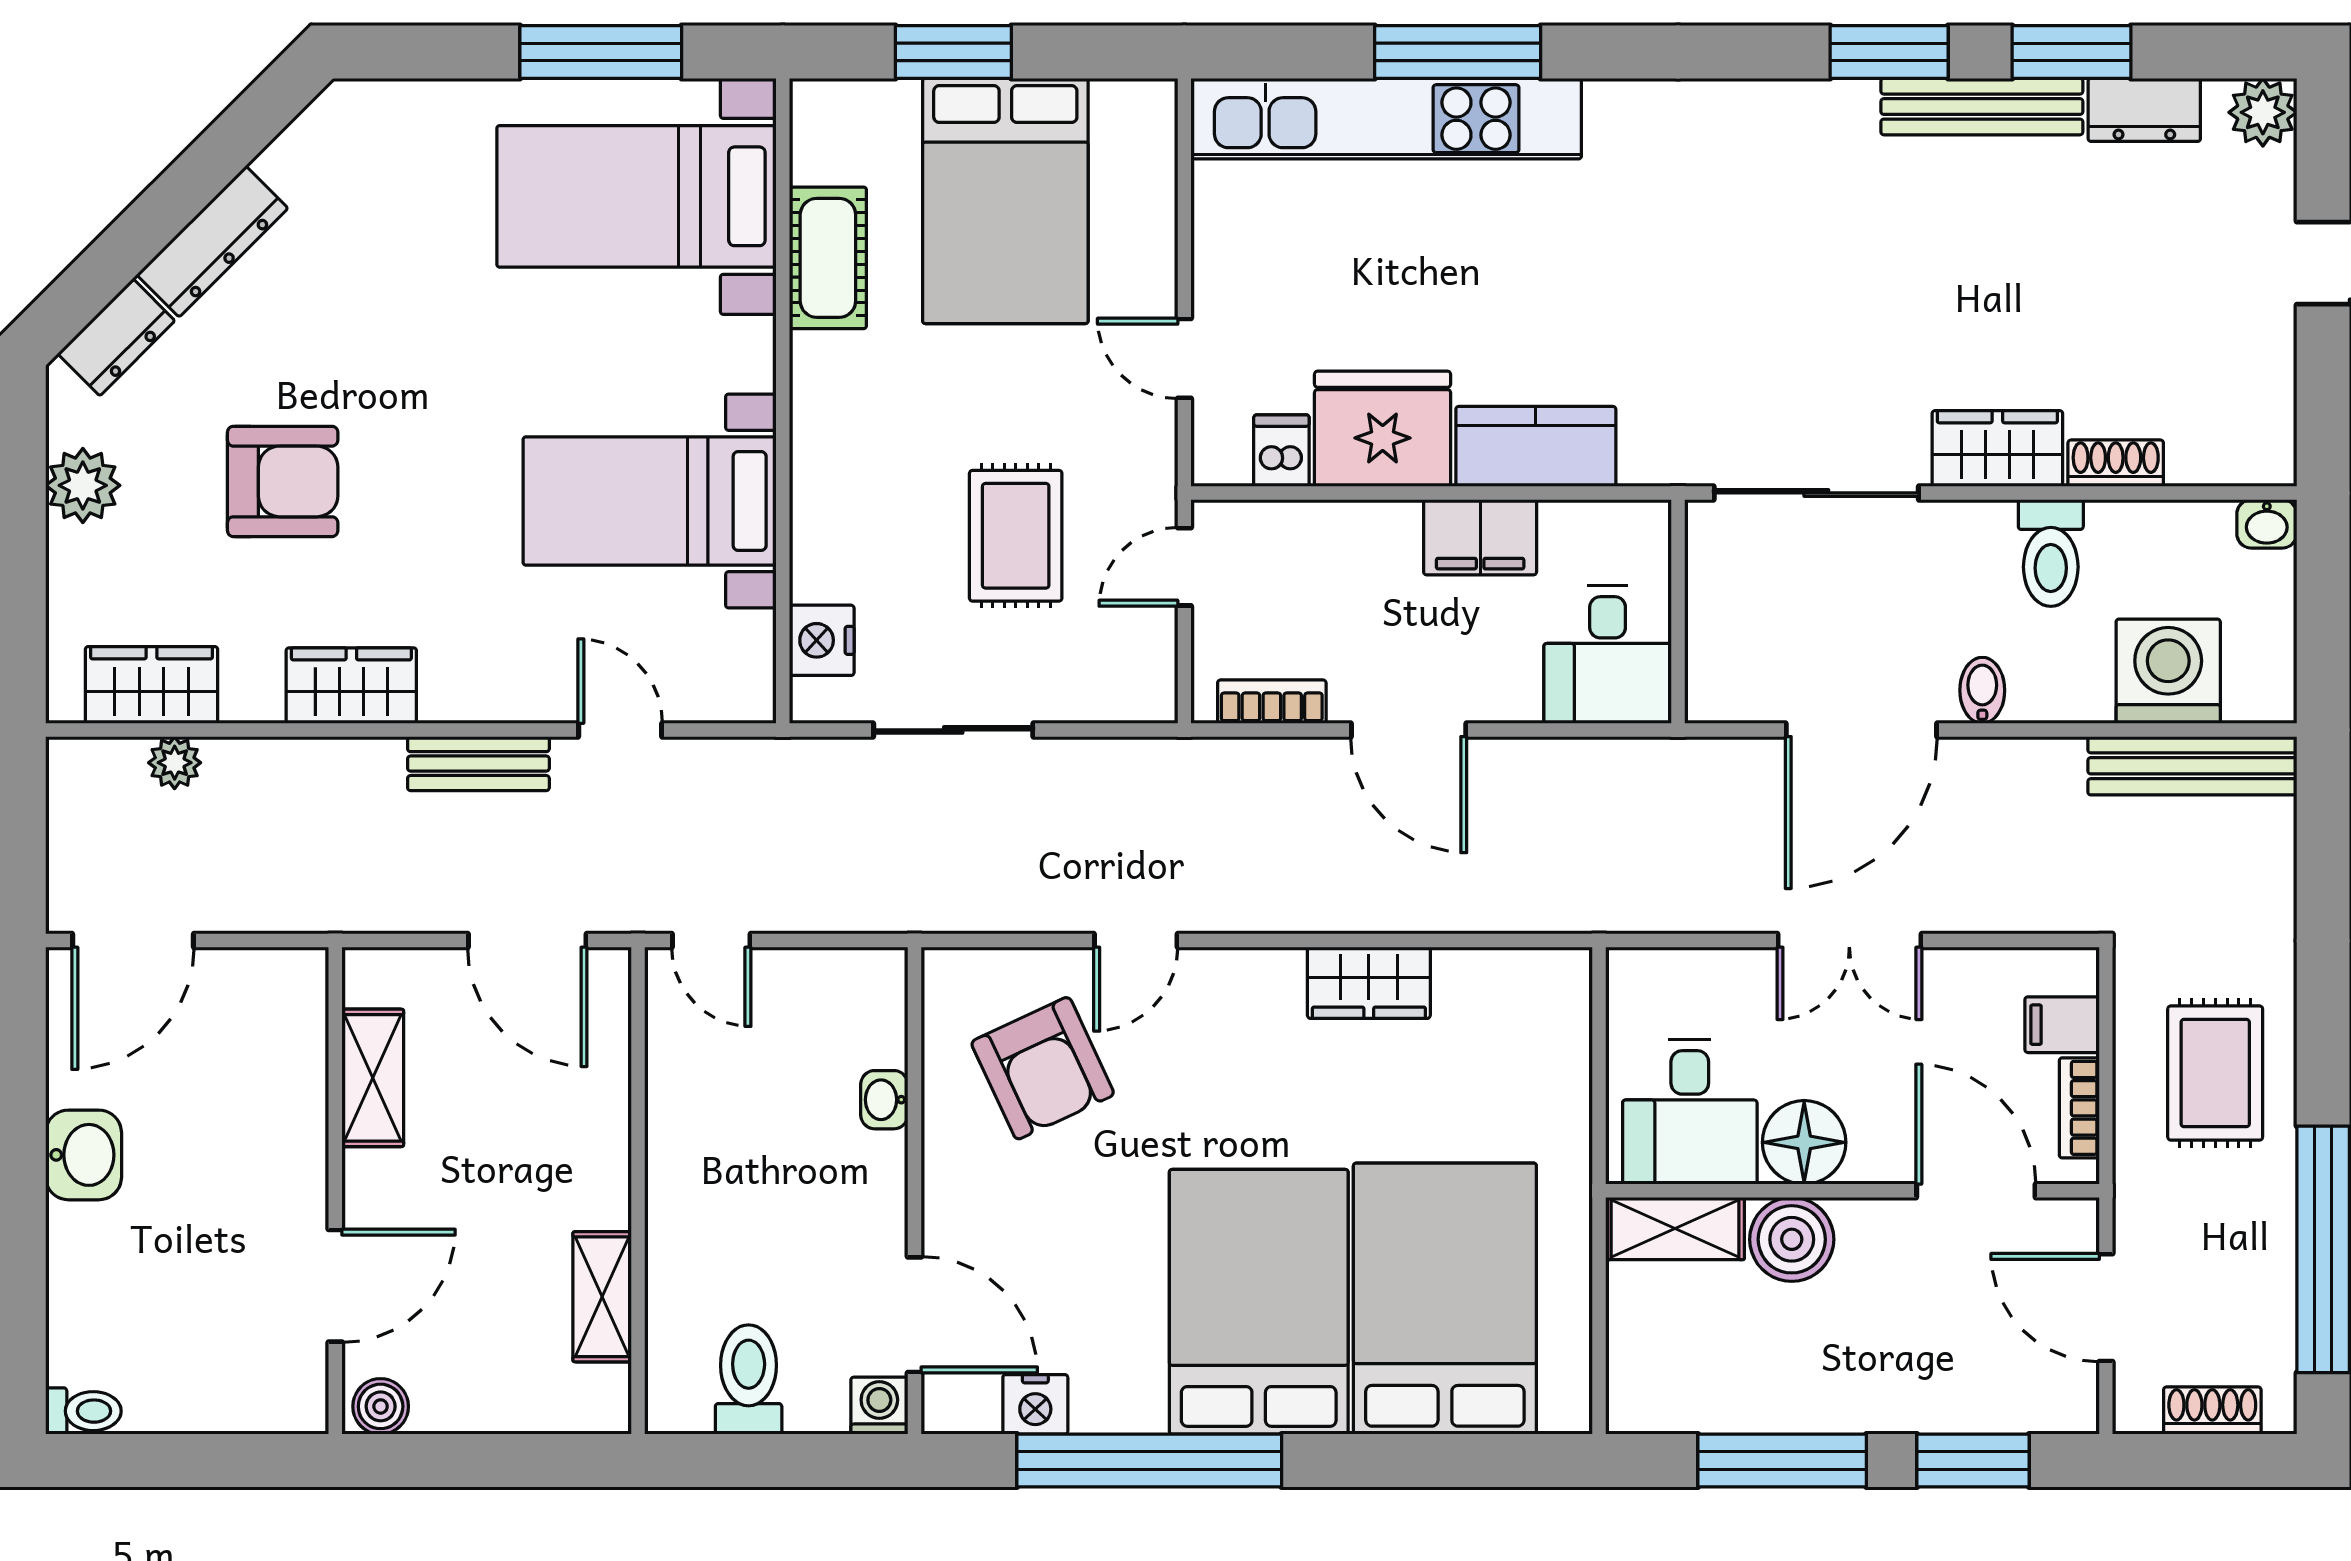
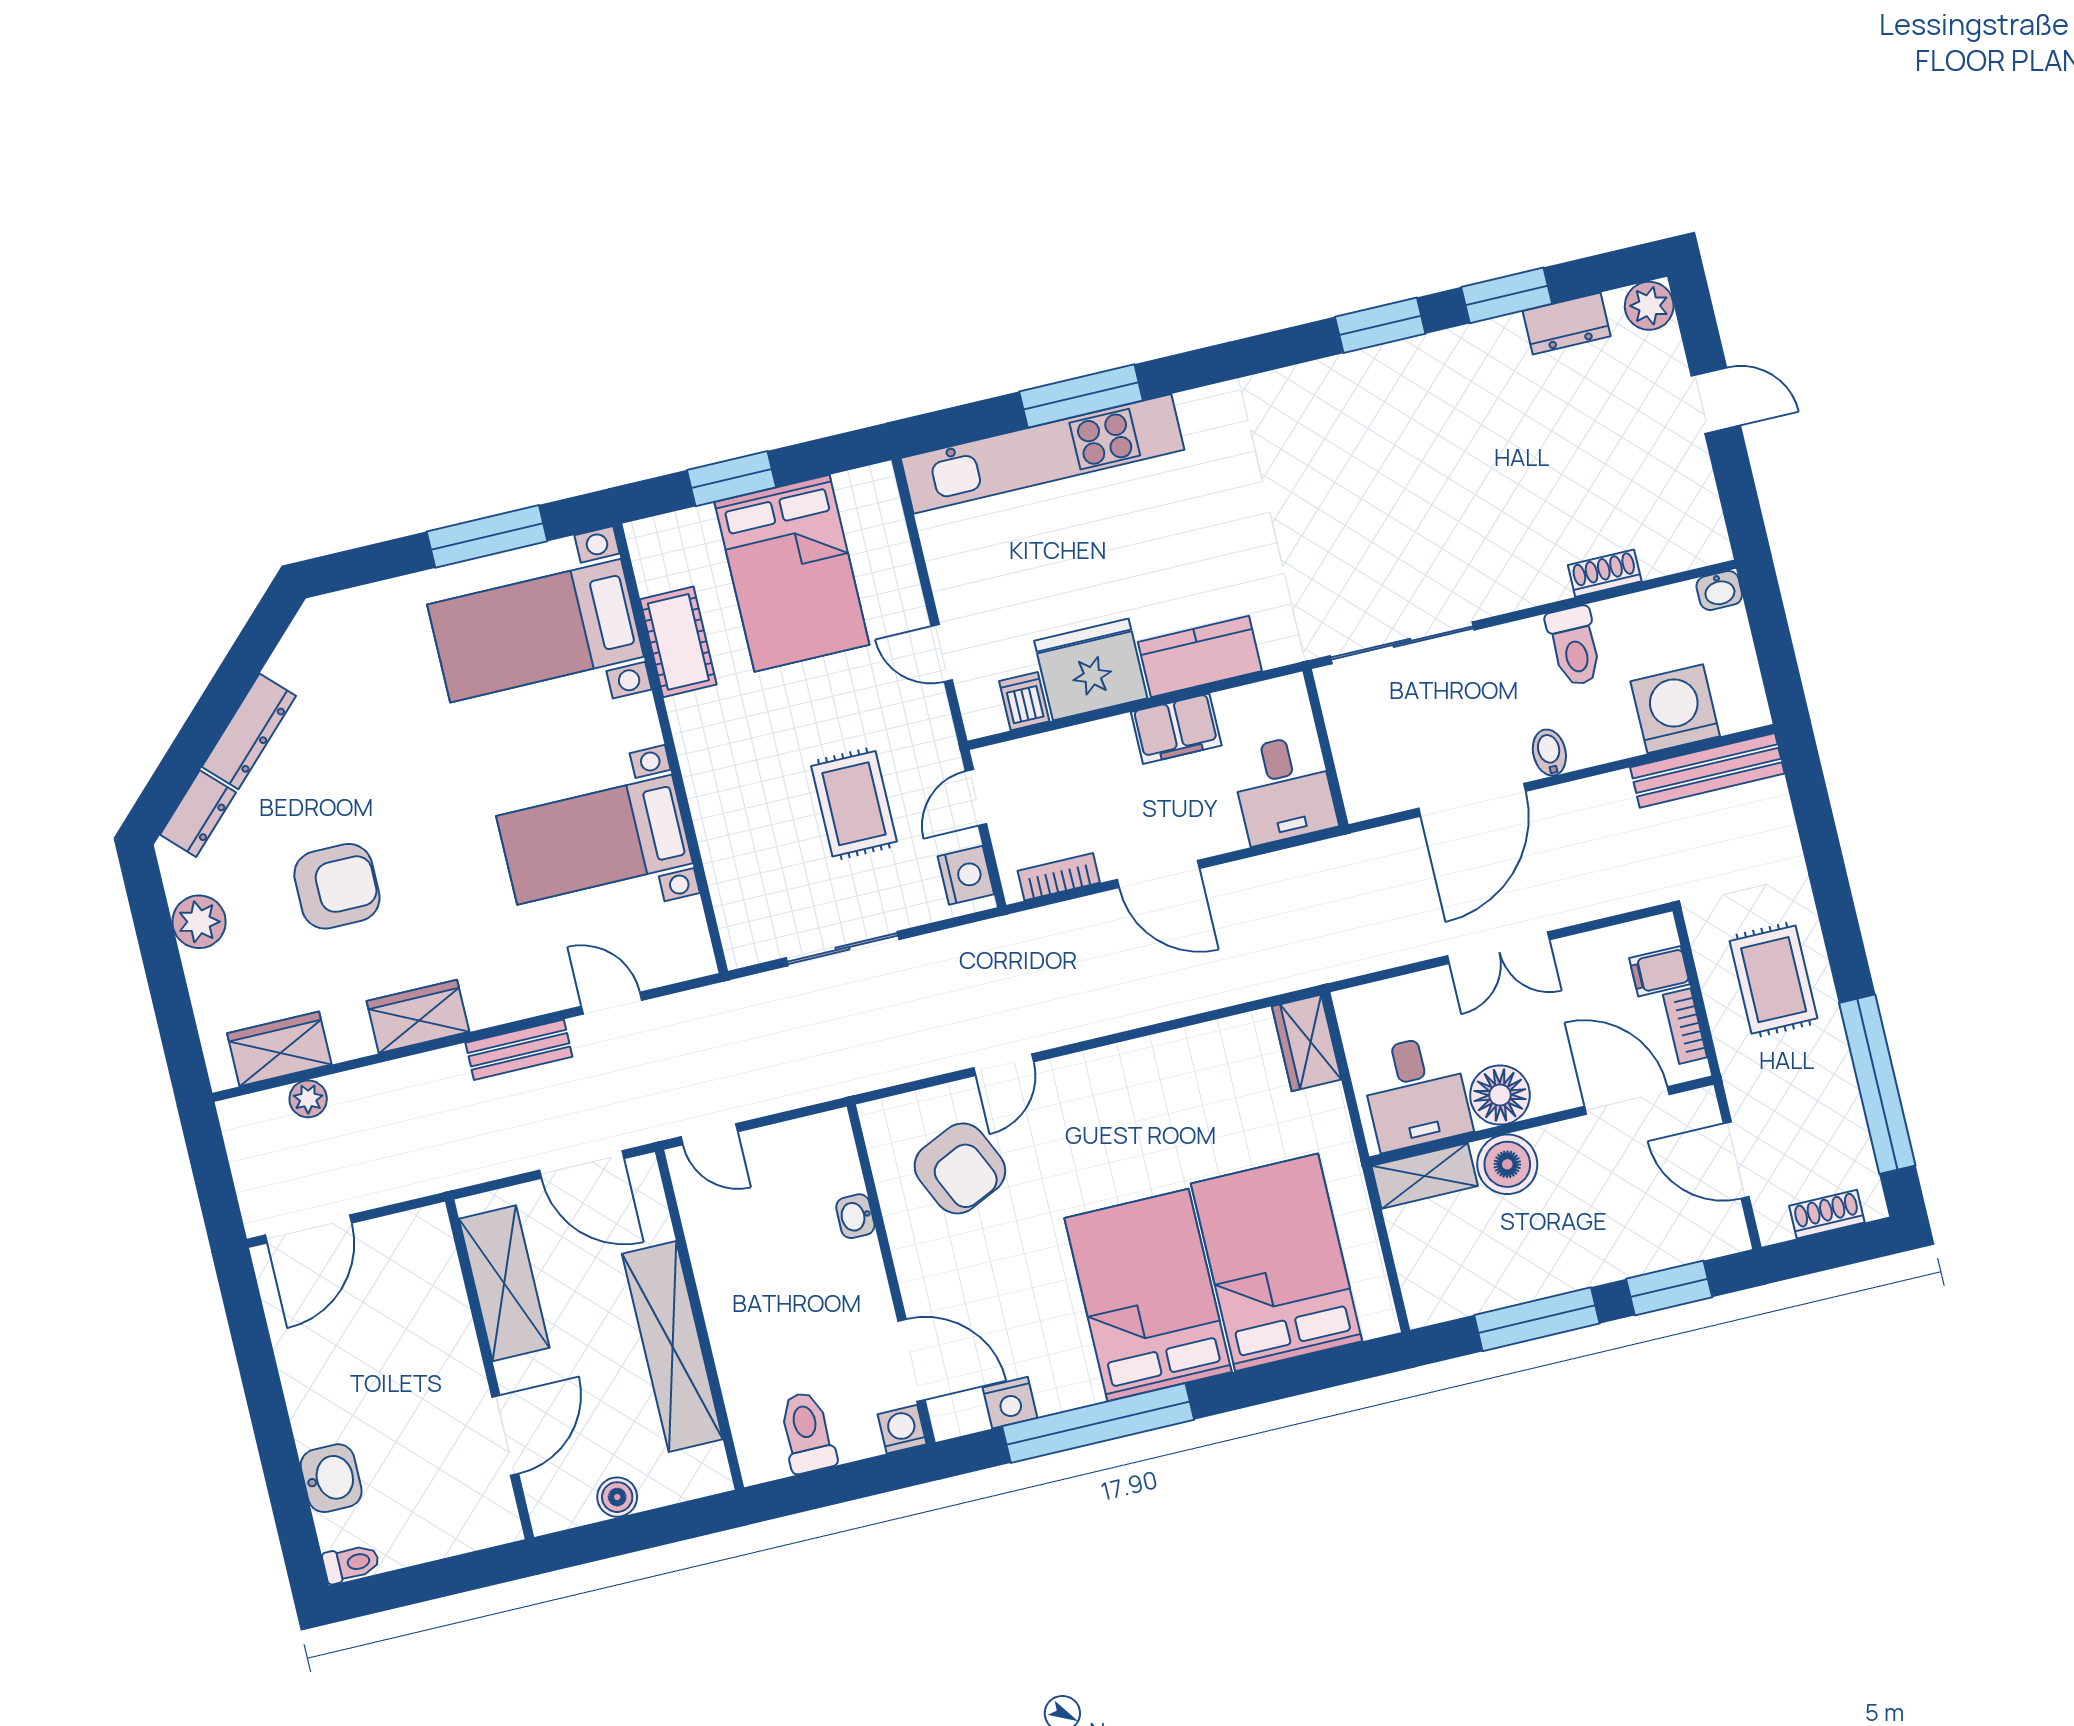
bench: (1982, 107) -> (1453, 348), removed
wardrobe: (1997, 449) -> (1520, 582), removed
nightstand: (822, 640) -> (966, 875), moved, turned 180
wardrobe: (1369, 983) -> (1307, 1043), moved, turned 90
shelving: (373, 1078) -> (504, 1283), width x1.50, depth x1.33
washbasin: (84, 1155) -> (331, 1478), moved
shelving: (602, 1297) -> (672, 1347), width x2.20, depth x1.33
boiler: (381, 1406) -> (617, 1497), moved

